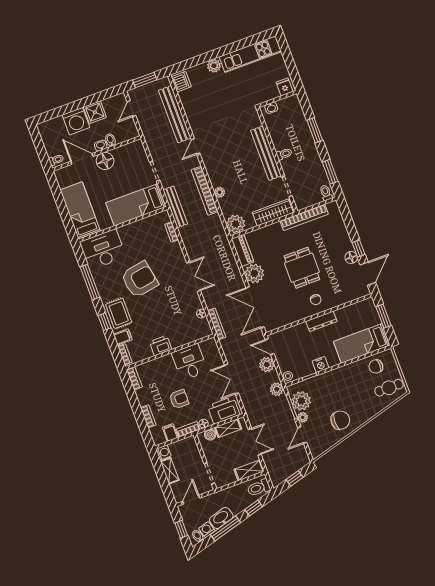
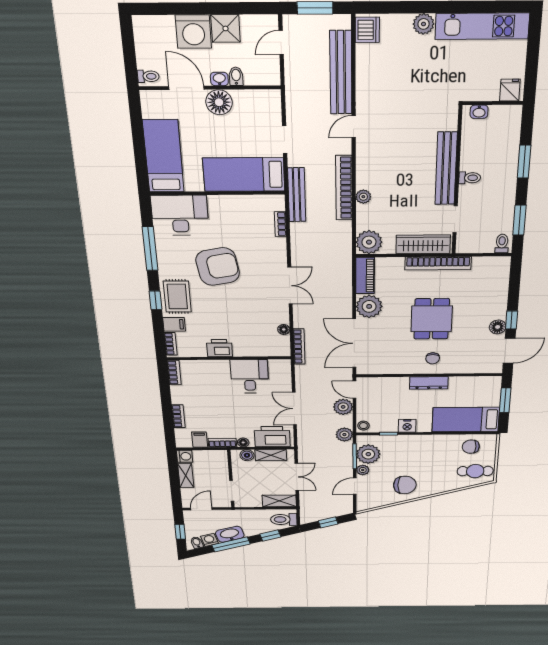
bookcase: (304, 217) -> (438, 263), moved
armchair: (179, 399) -> (222, 410), removed

